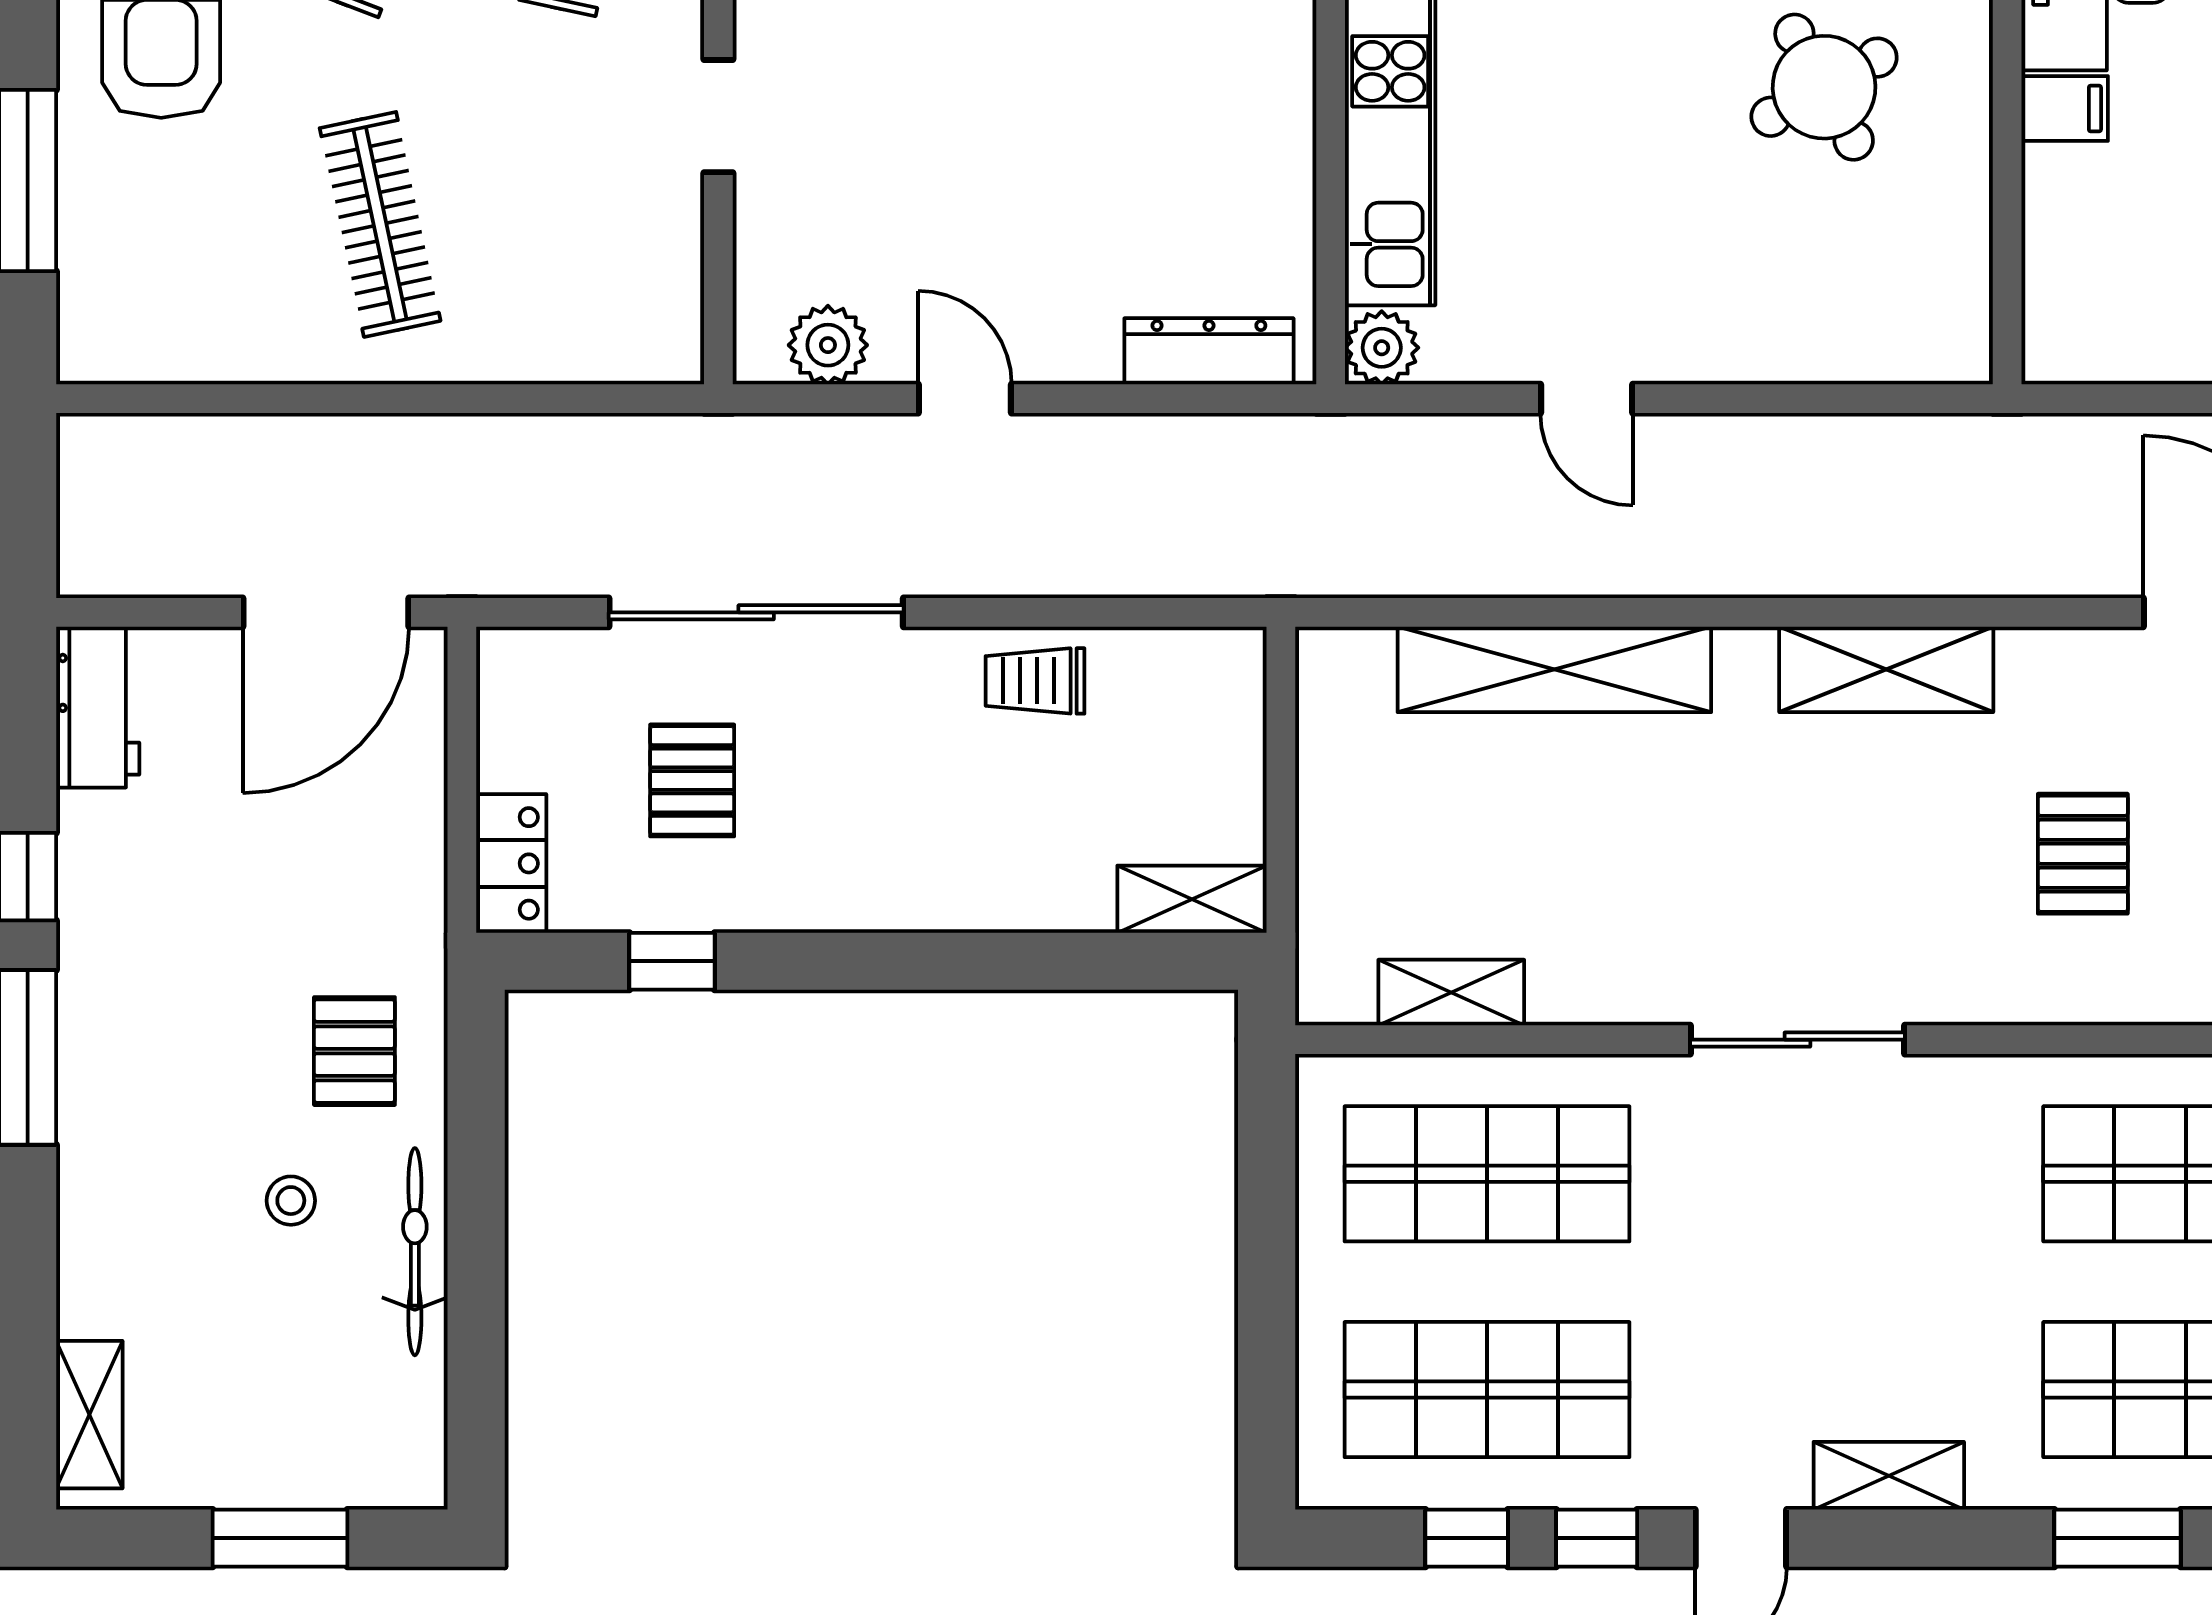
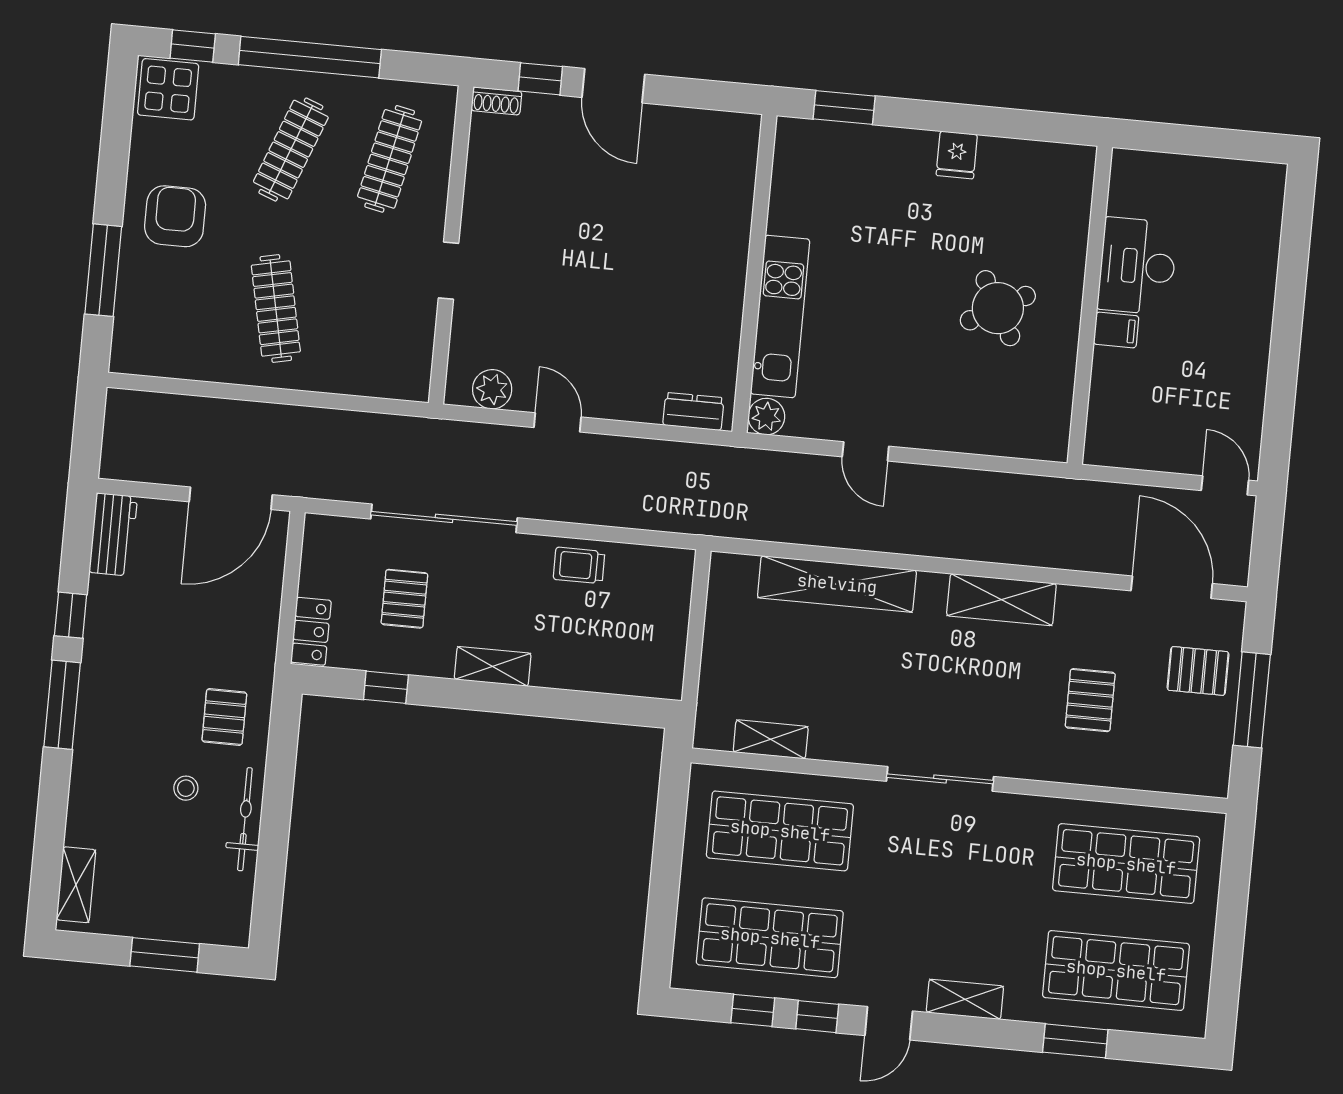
dresser: (1209, 351) -> (693, 411), width x0.70
shelving: (1192, 899) -> (493, 666), moved

